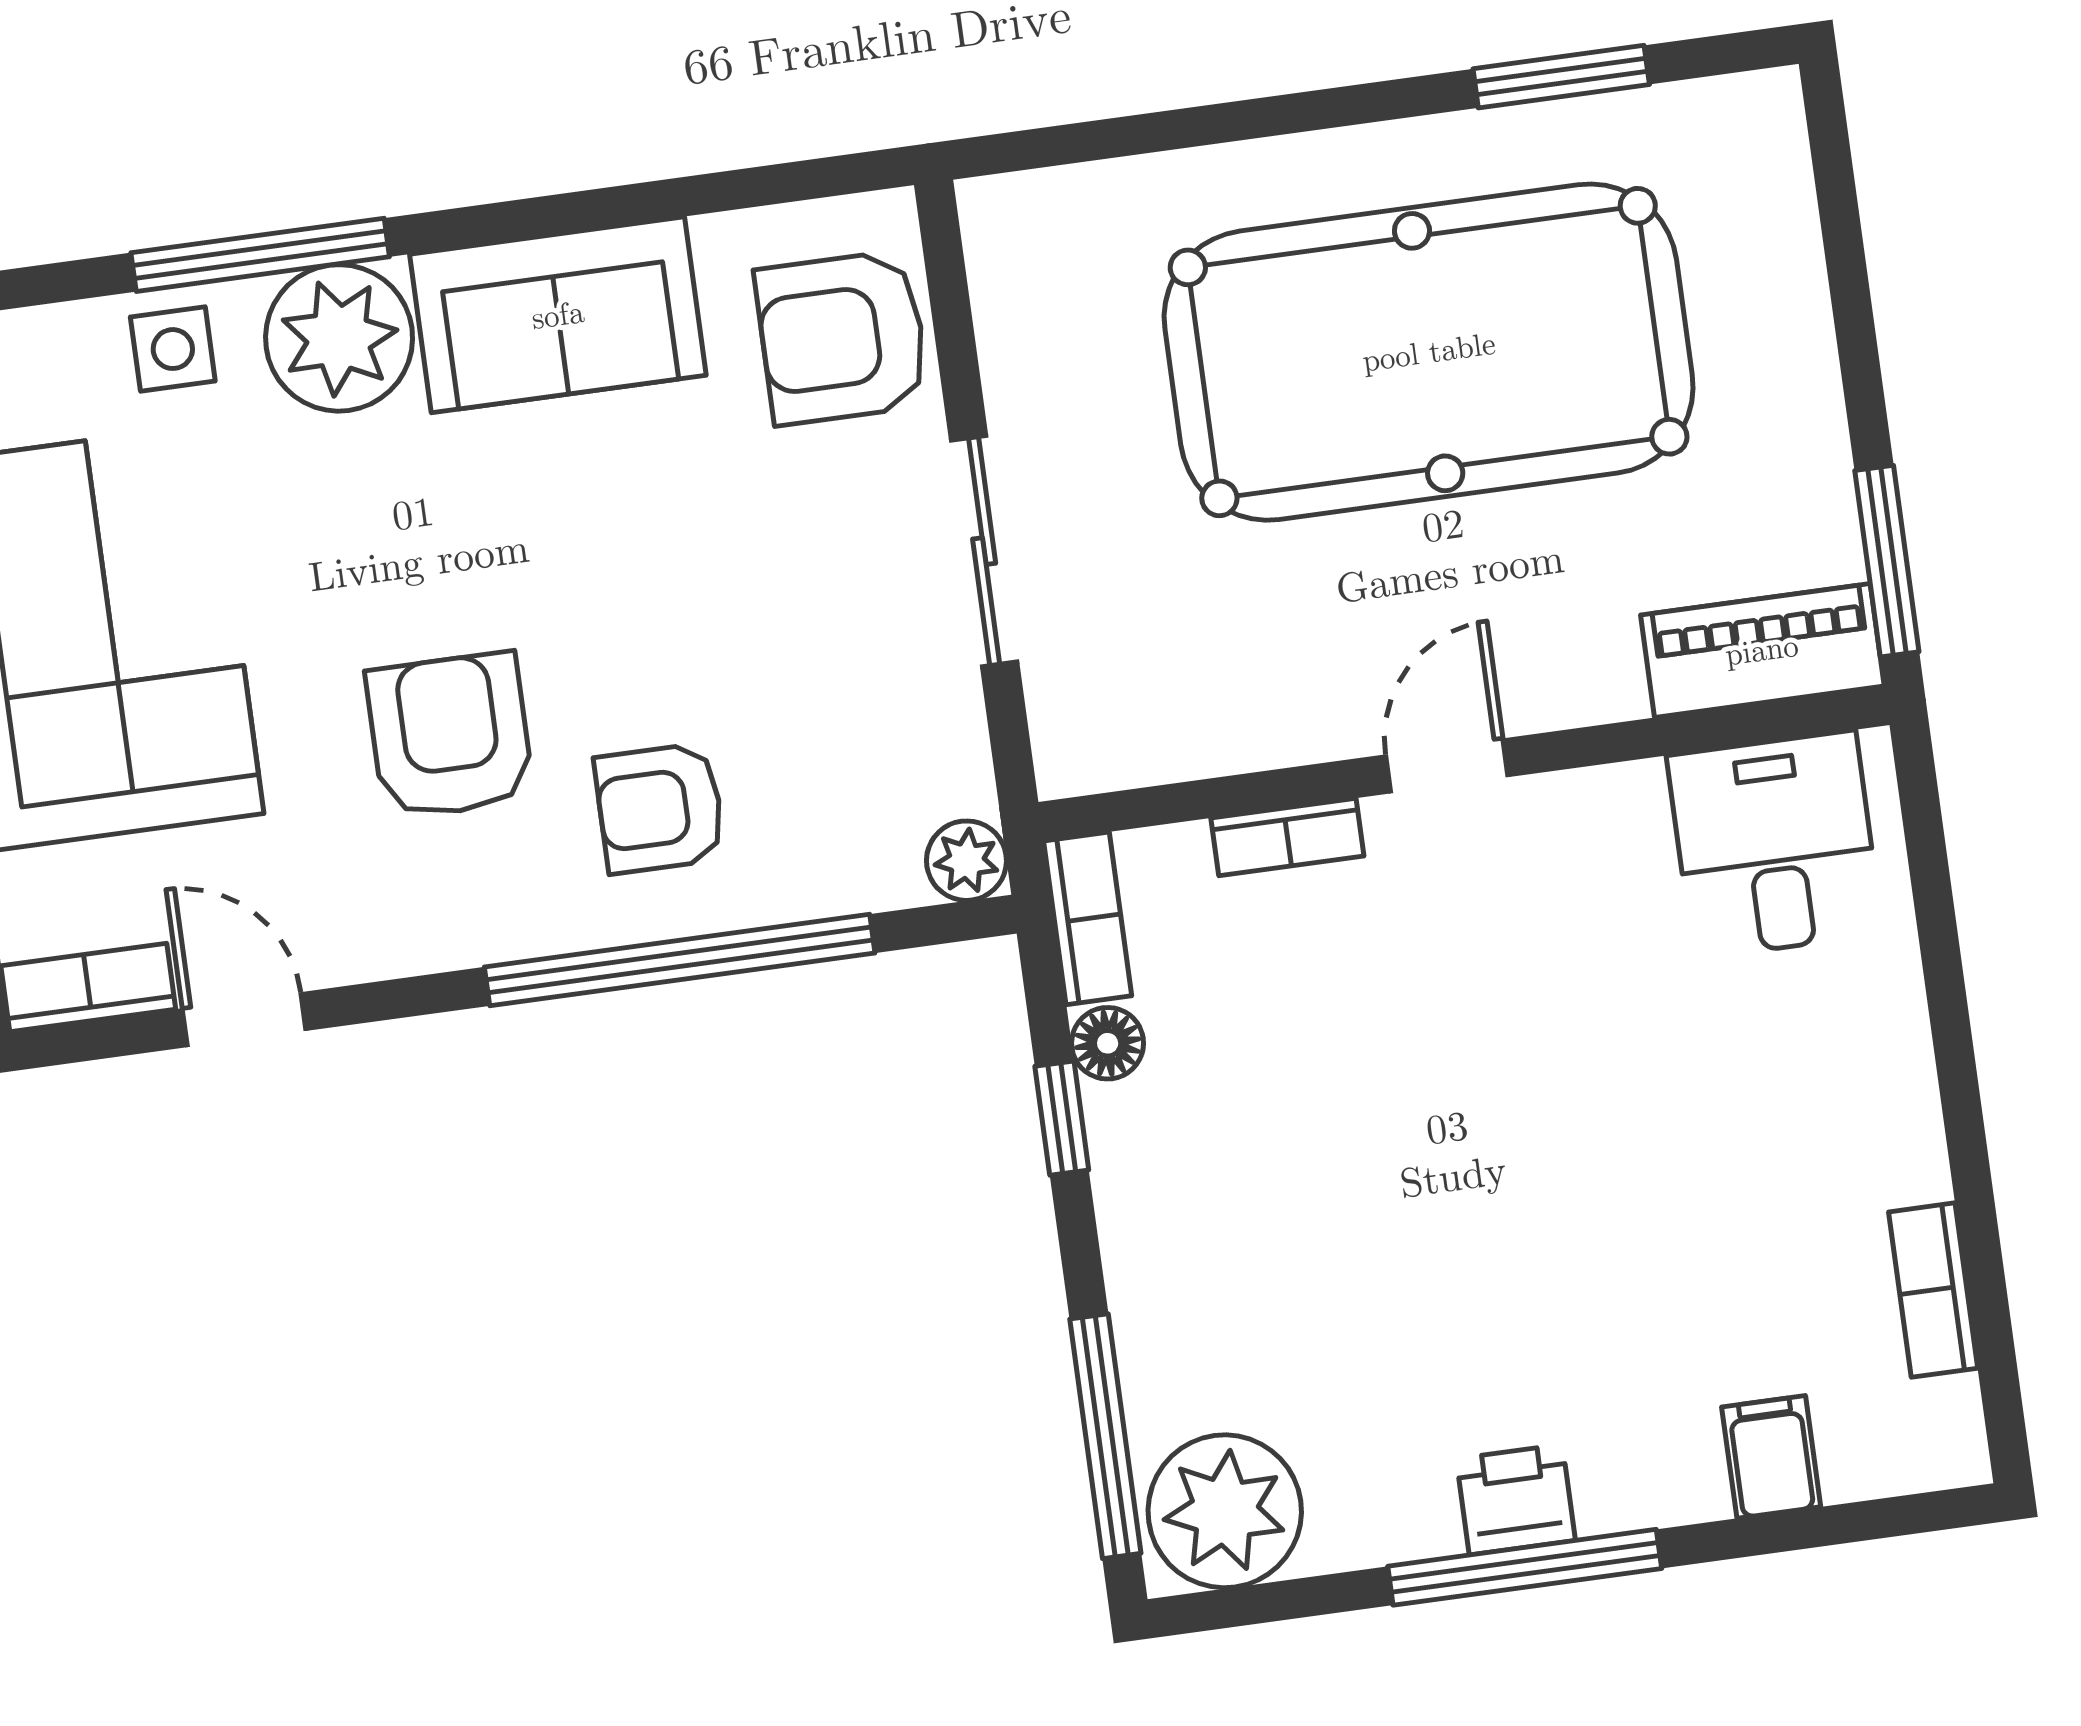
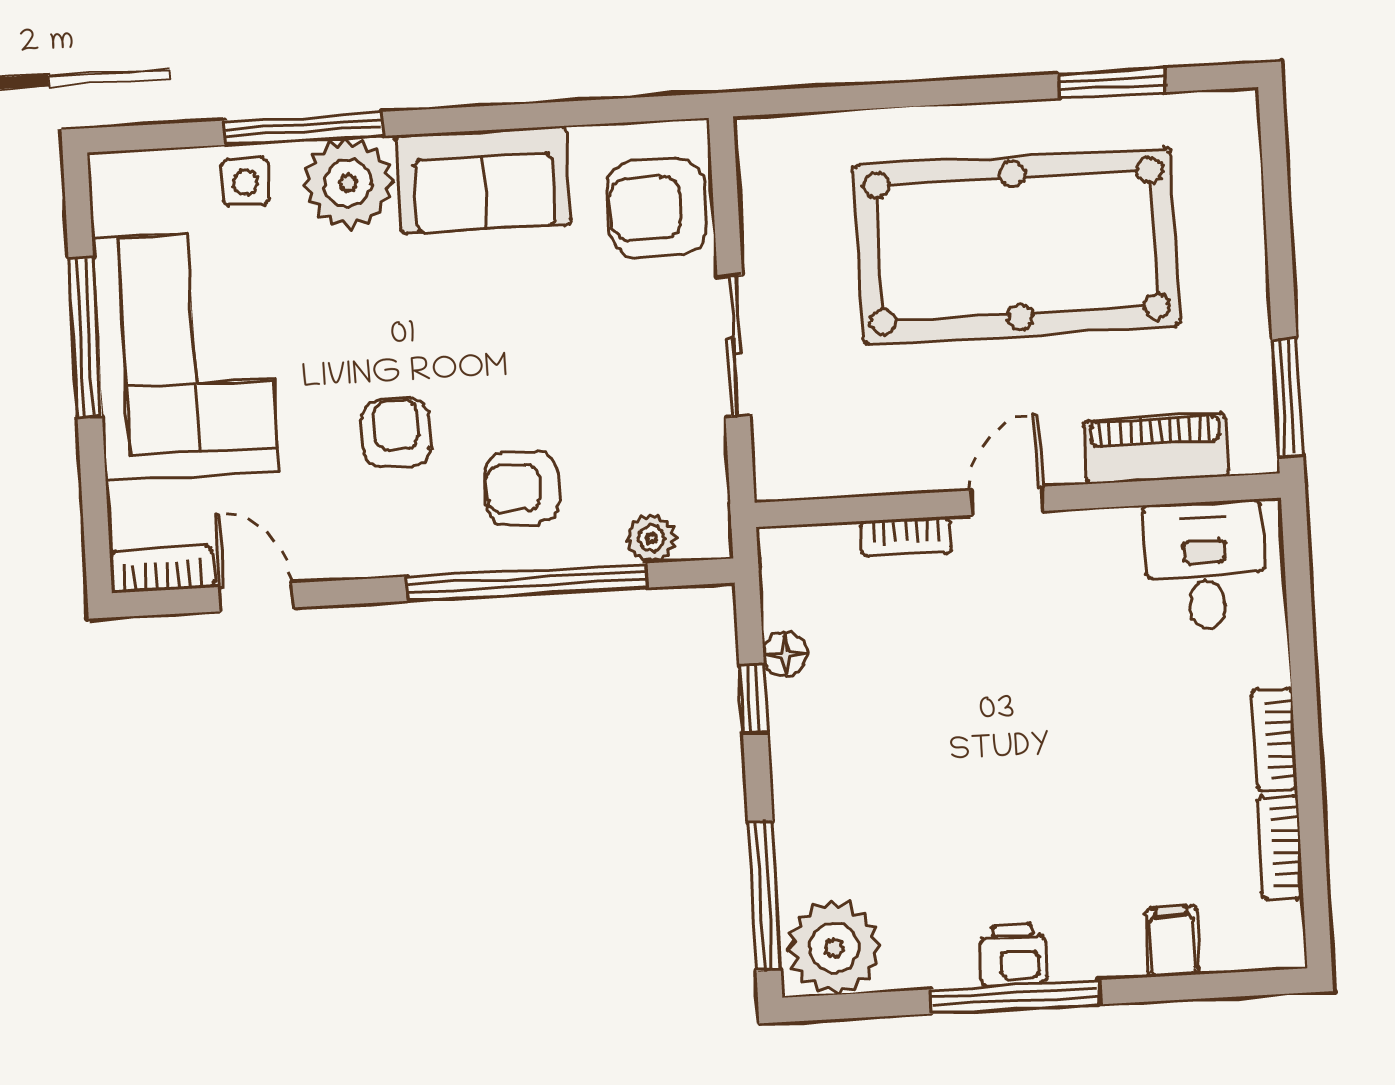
piano: (1762, 650) -> (1156, 448), moved
armchair: (450, 736) -> (396, 433), width x0.72, depth x0.72
plant: (966, 861) -> (651, 538), moved
bookcase: (1088, 918) -> (1274, 740), moved, turned 180

